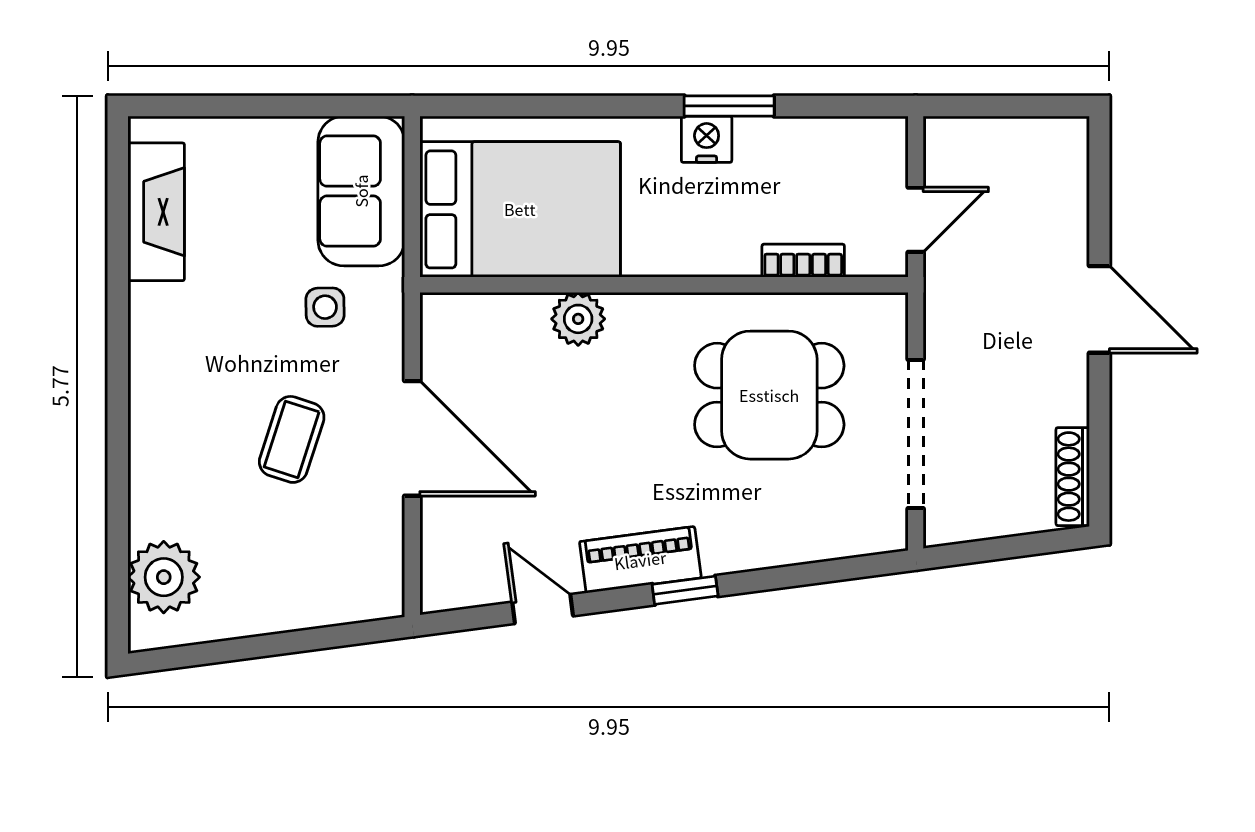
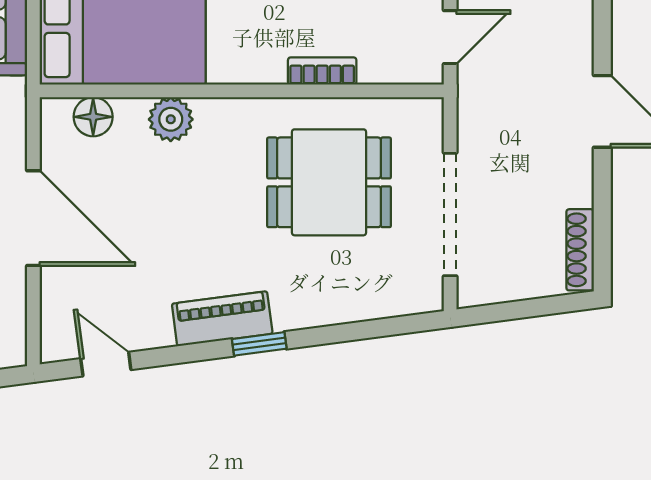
bookcase: (803, 261) -> (322, 71), moved
floor lamp: (484, 316) -> (93, 117), added
door: (543, 609) -> (106, 364), moved

